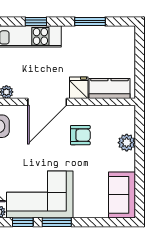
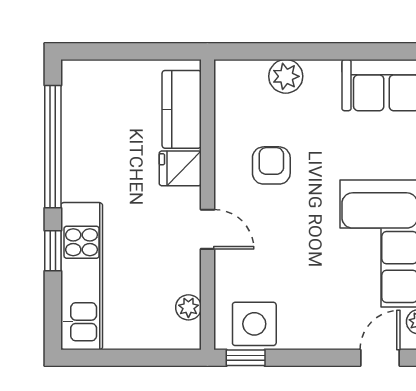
window: (90, 21) -> (53, 147), width x2.11
door: (47, 102) -> (208, 229), width x0.53

